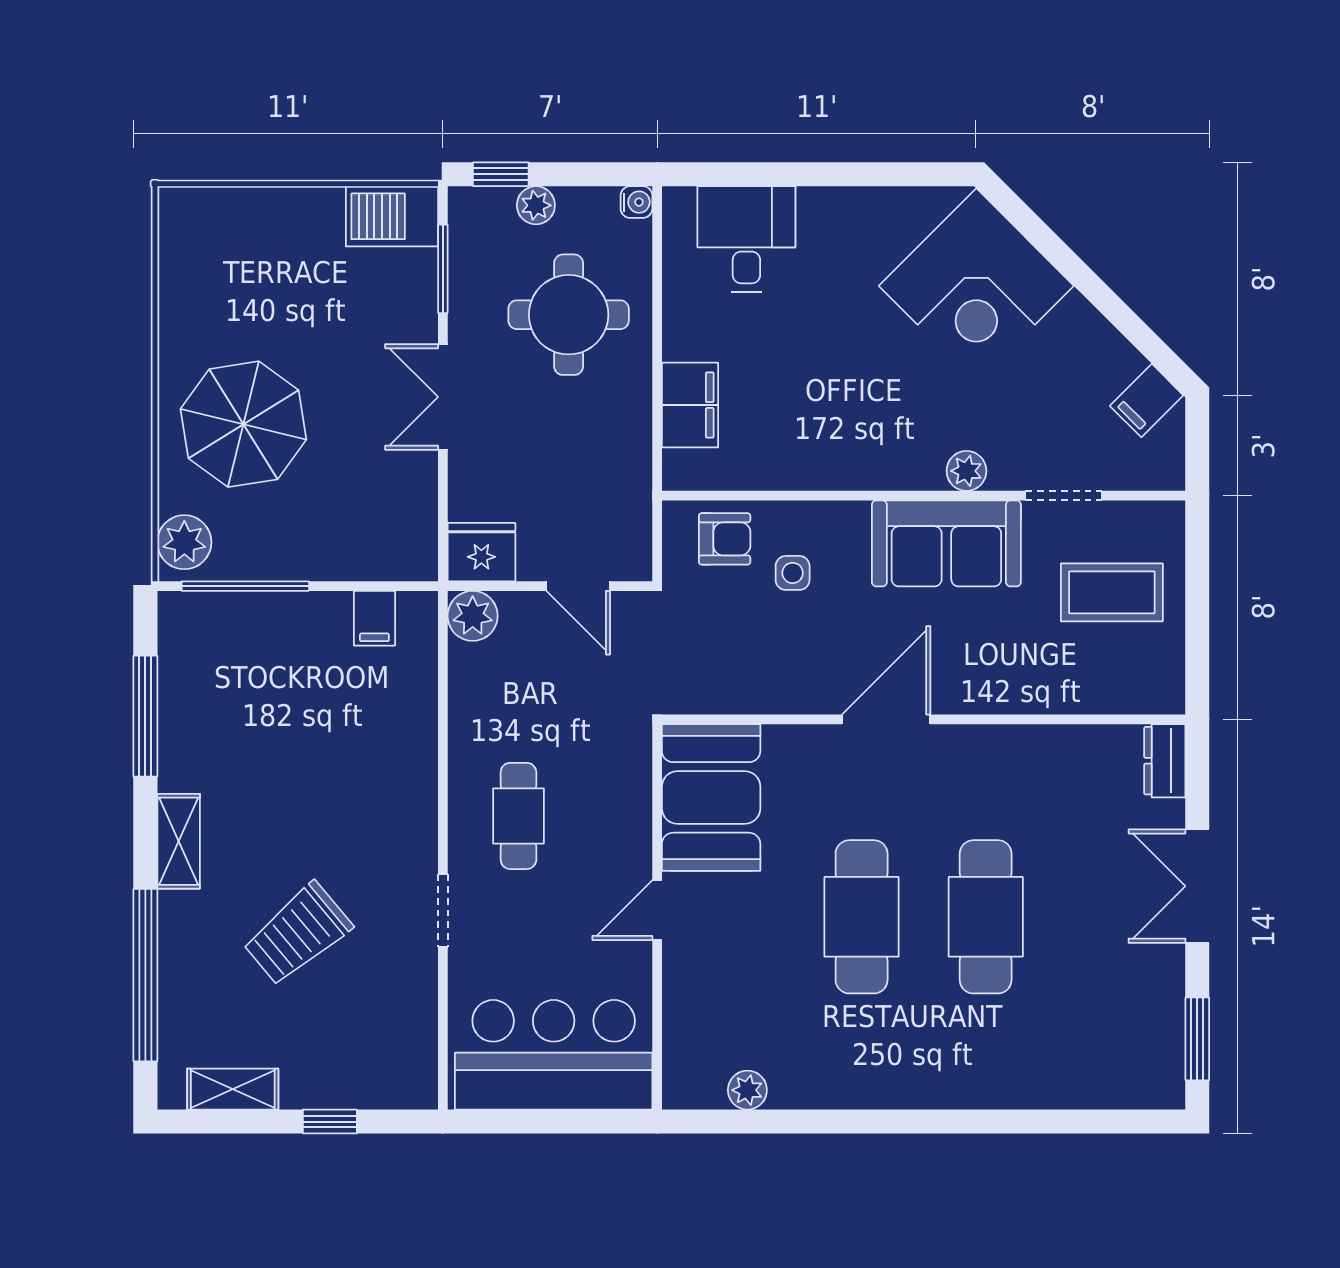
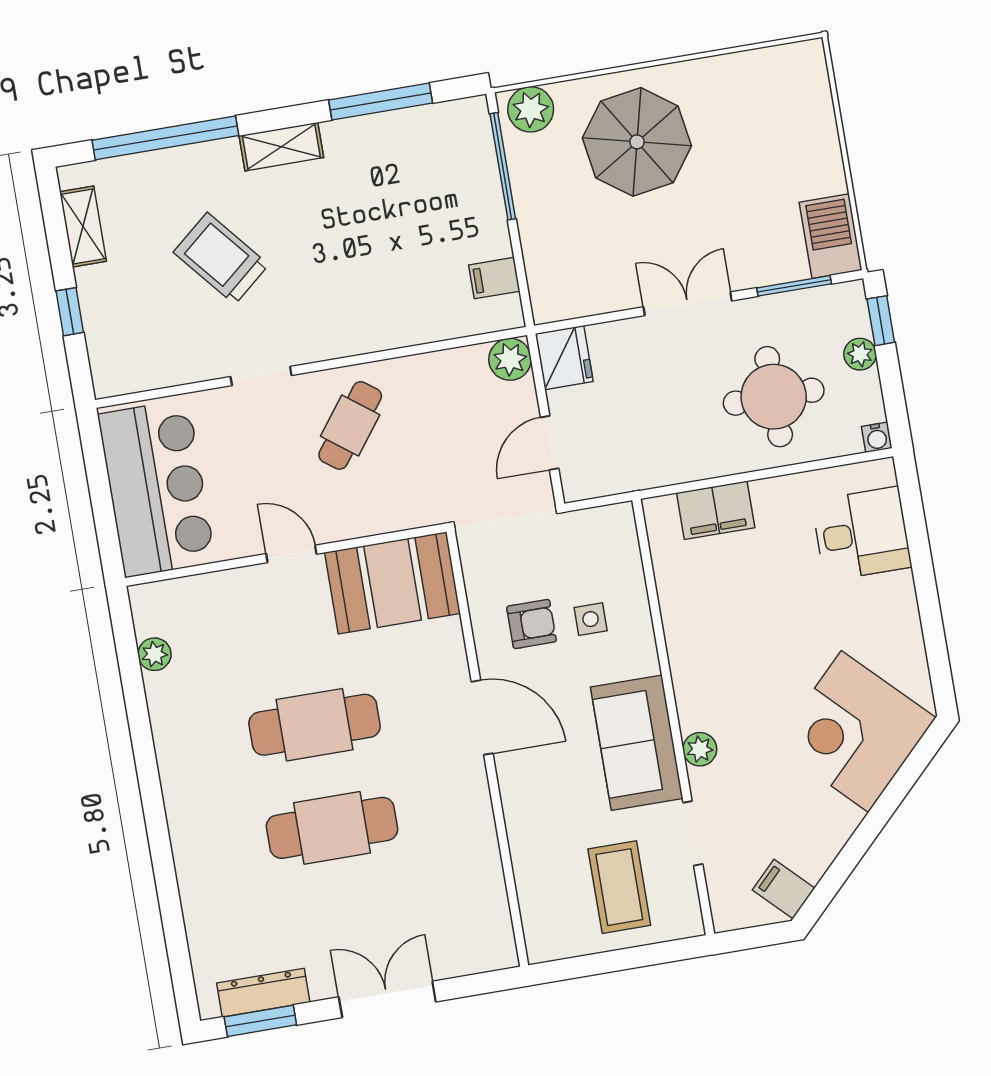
armchair: (725, 539) -> (532, 624), moved, turned -90
dresser: (1165, 761) -> (263, 993), moved, width x1.44
cafe table: (518, 816) -> (350, 425), turned -53

